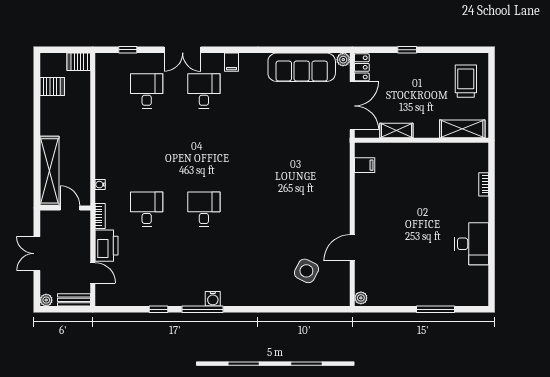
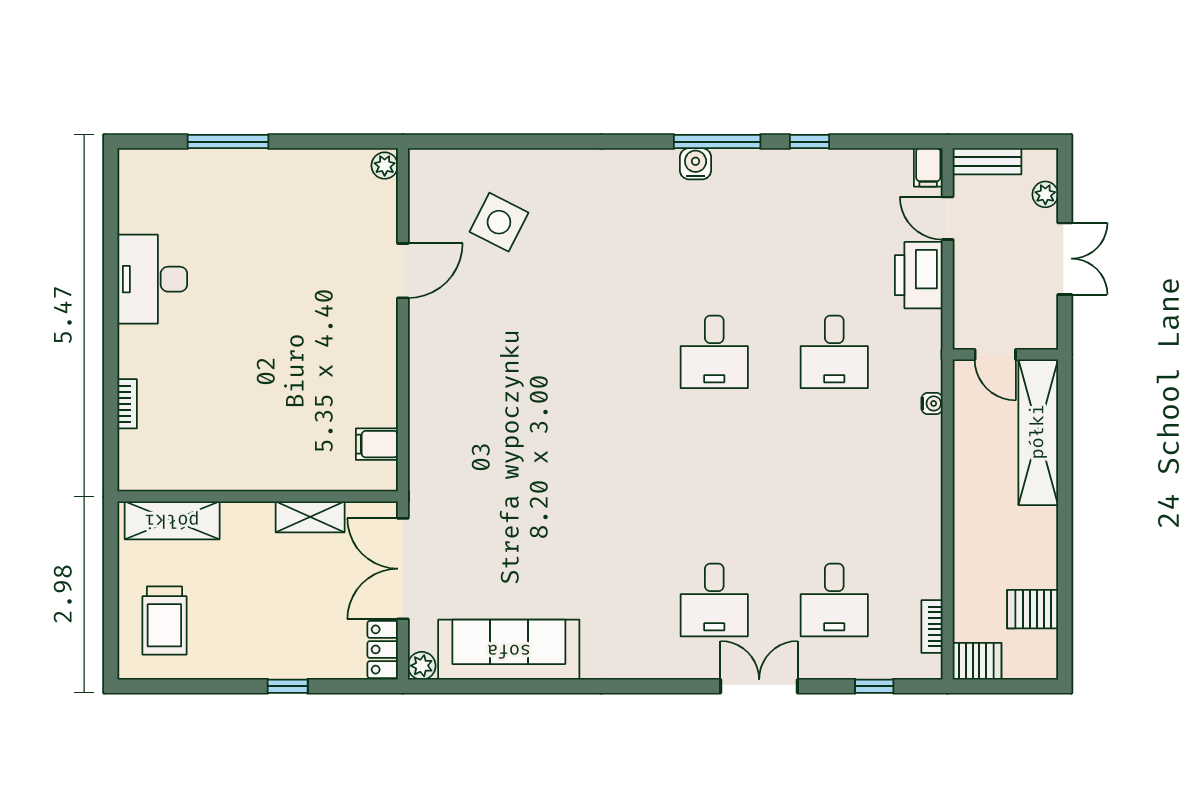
filing cabinet: (231, 62) -> (928, 167), moved, turned 180
bookcase: (100, 216) -> (932, 627), moved
plant: (46, 300) -> (1045, 194), moved

